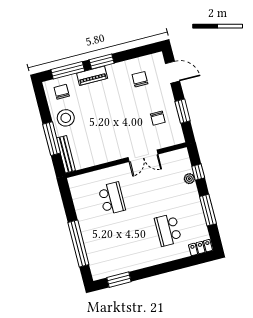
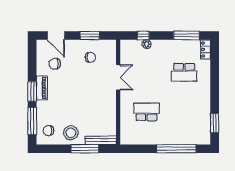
door: (173, 72) -> (56, 36), swing flipped
piano: (92, 76) -> (42, 88), moved
window: (208, 210) -> (186, 36), moved

